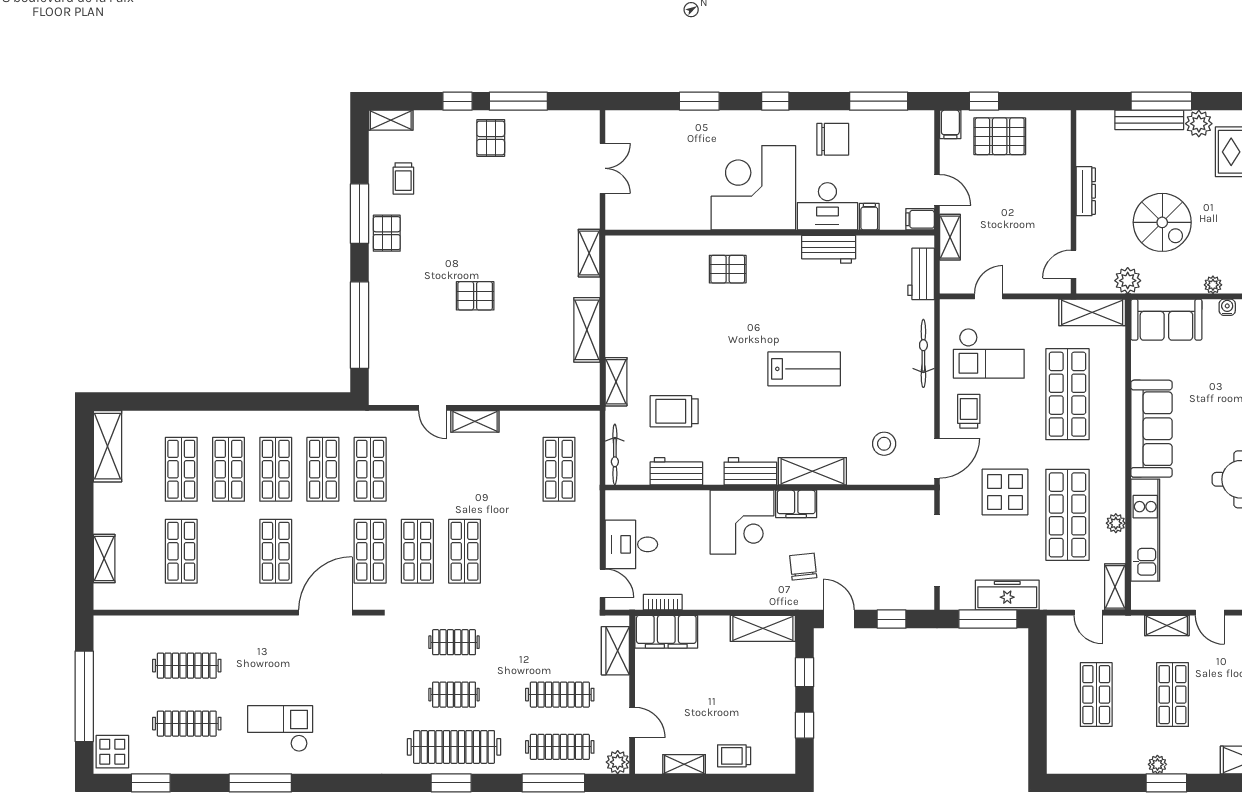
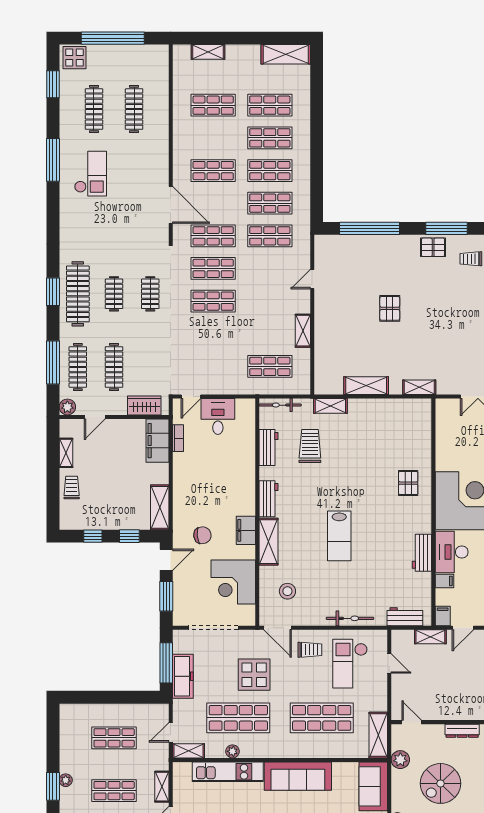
shelving: (475, 421) -> (303, 331), moved
corner desk: (742, 522) -> (233, 582), moved
window: (892, 619) -> (166, 596), width x1.50

